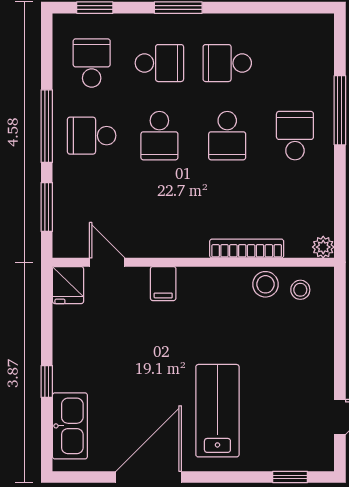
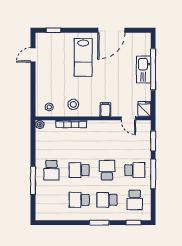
school desk: (227, 63) -> (79, 200), turned 180
school desk: (227, 136) -> (79, 170), turned -90
stool: (265, 284) -> (73, 104), moved
window: (47, 382) -> (153, 69), width x3.17
kitchen sink: (70, 426) -> (144, 70), moved

